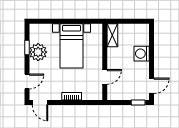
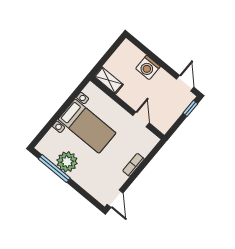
window: (27, 48) -> (54, 168), width x2.17
door: (27, 81) -> (86, 195), removed
door: (40, 103) -> (115, 199), hinge flipped

